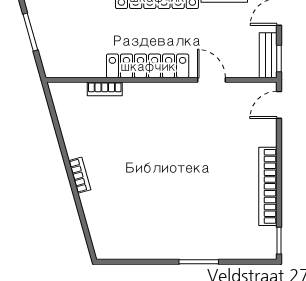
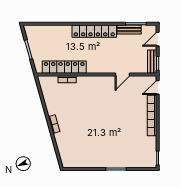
locker: (148, 66) -> (64, 67), moved
door: (211, 80) -> (123, 74), swing flipped
bookcase: (268, 186) -> (152, 115), moved

